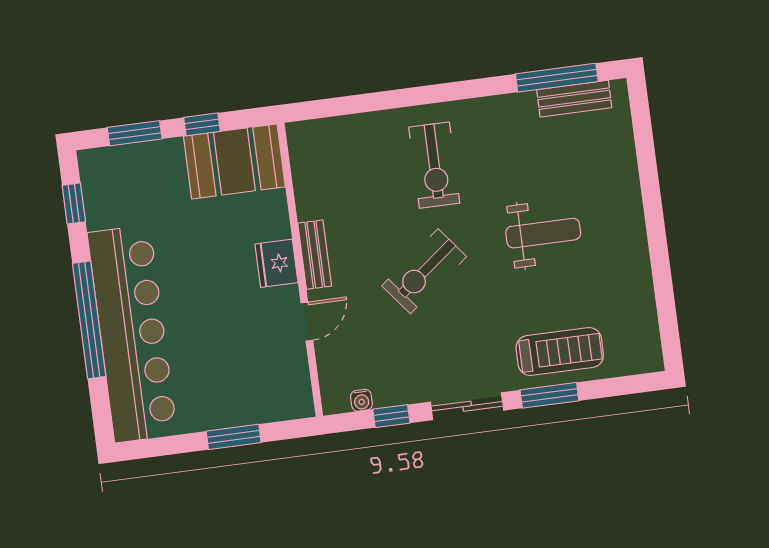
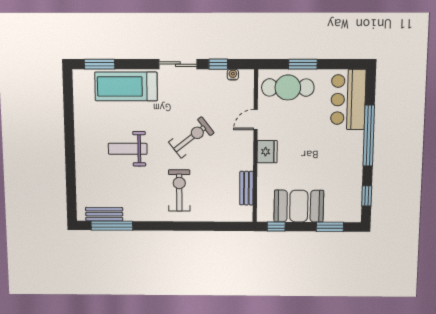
window: (202, 124) -> (276, 227), moved
booth: (234, 161) -> (299, 206), moved
bench: (315, 255) -> (246, 188), moved
bar counter: (132, 334) -> (348, 100), width x0.54
treadmill: (560, 352) -> (126, 86), width x1.37, depth x1.38
cafe table: (255, 390) -> (288, 88), added
window: (549, 395) -> (99, 64), moved

